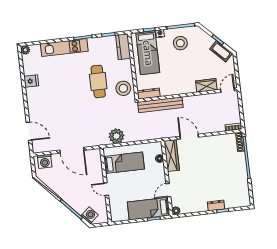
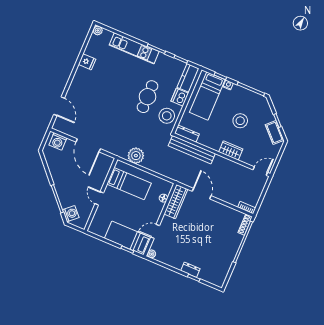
stool: (180, 43) -> (240, 121), moved
dishwasher: (125, 67) -> (180, 97), added
wardrobe: (206, 85) -> (231, 150), moved

